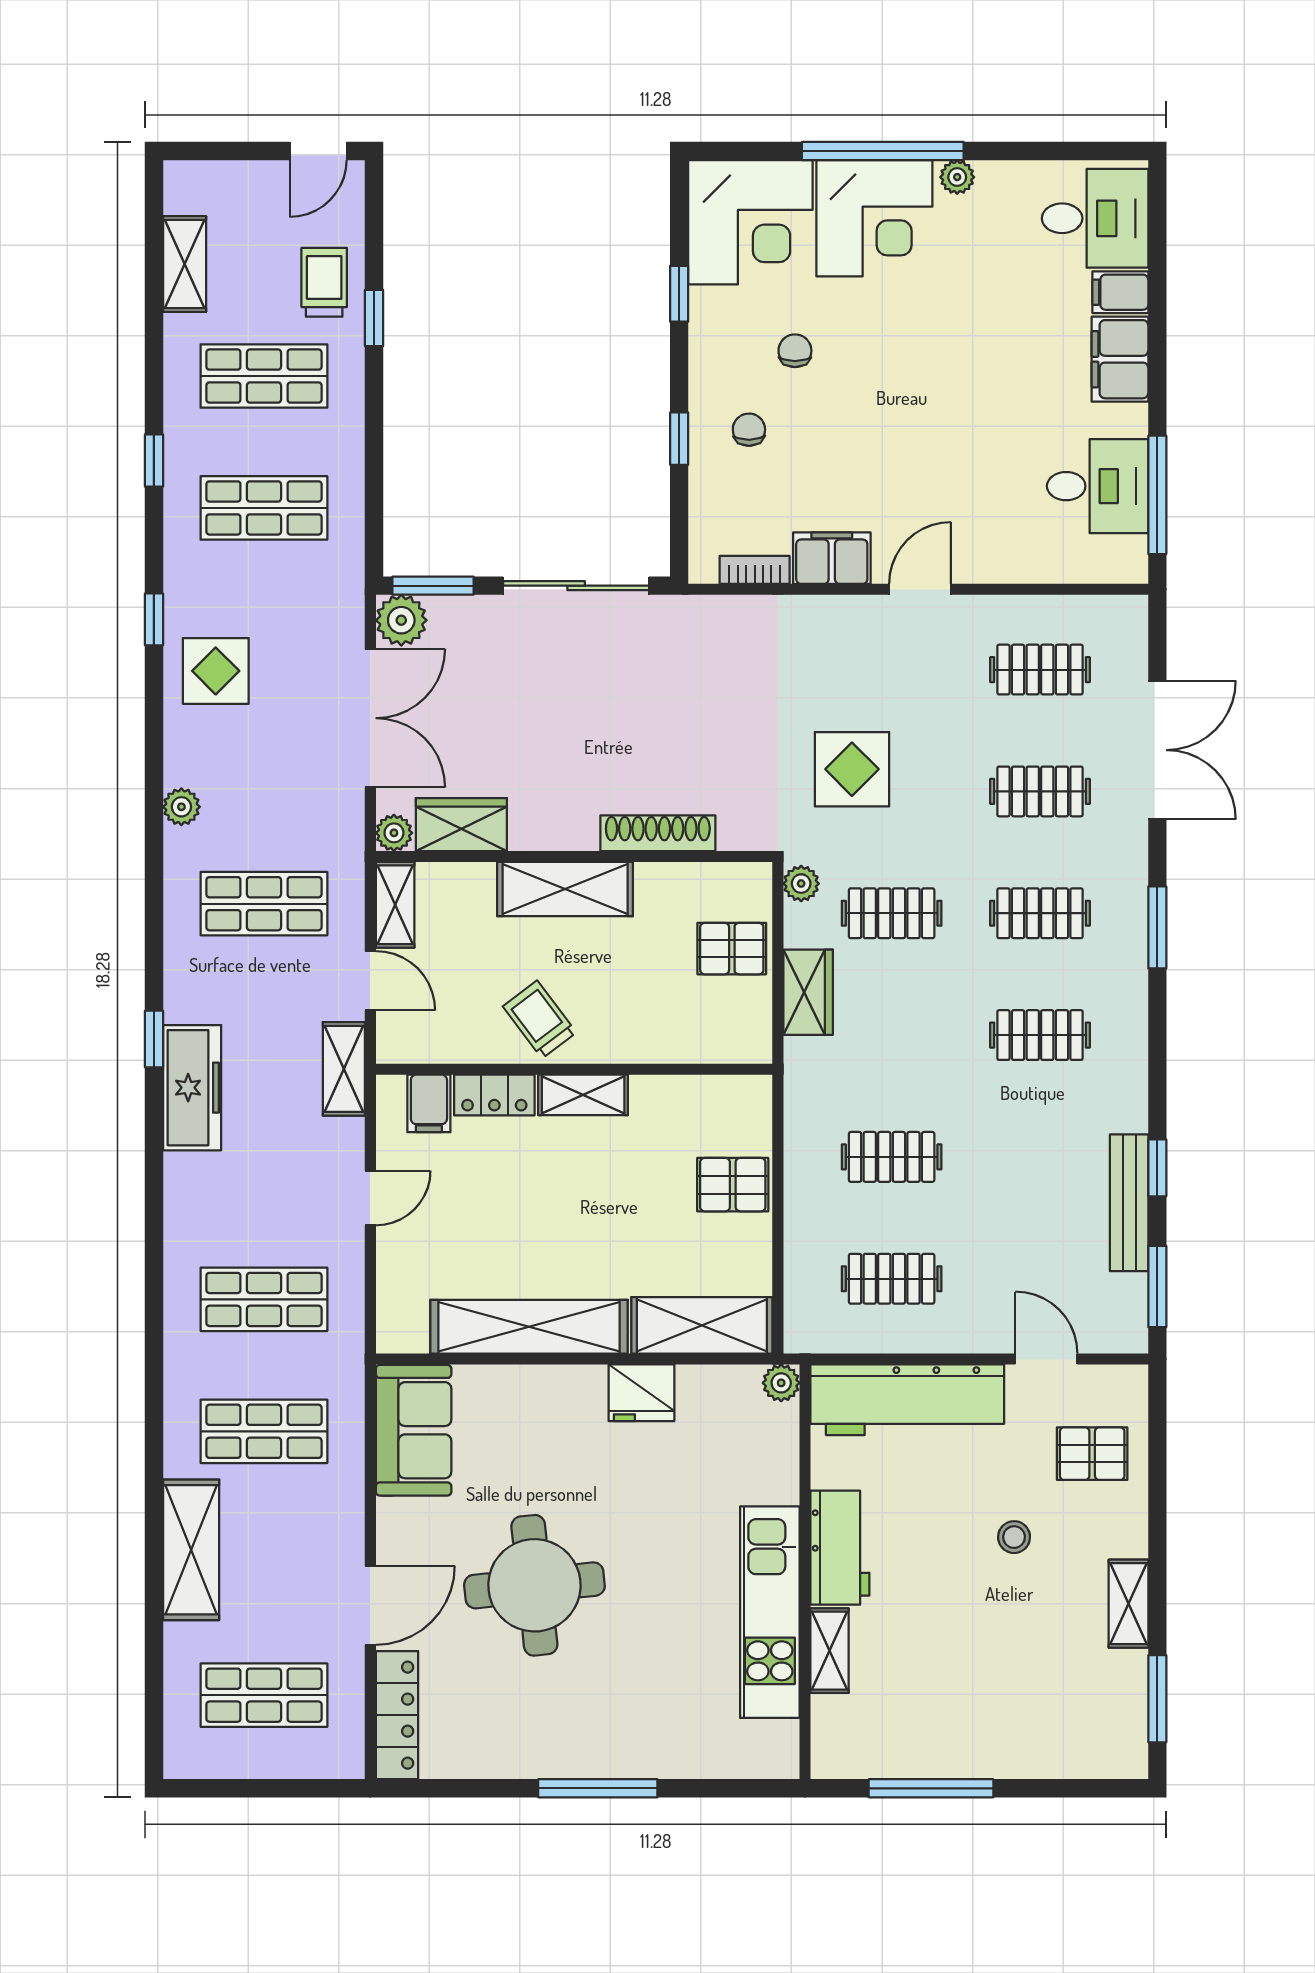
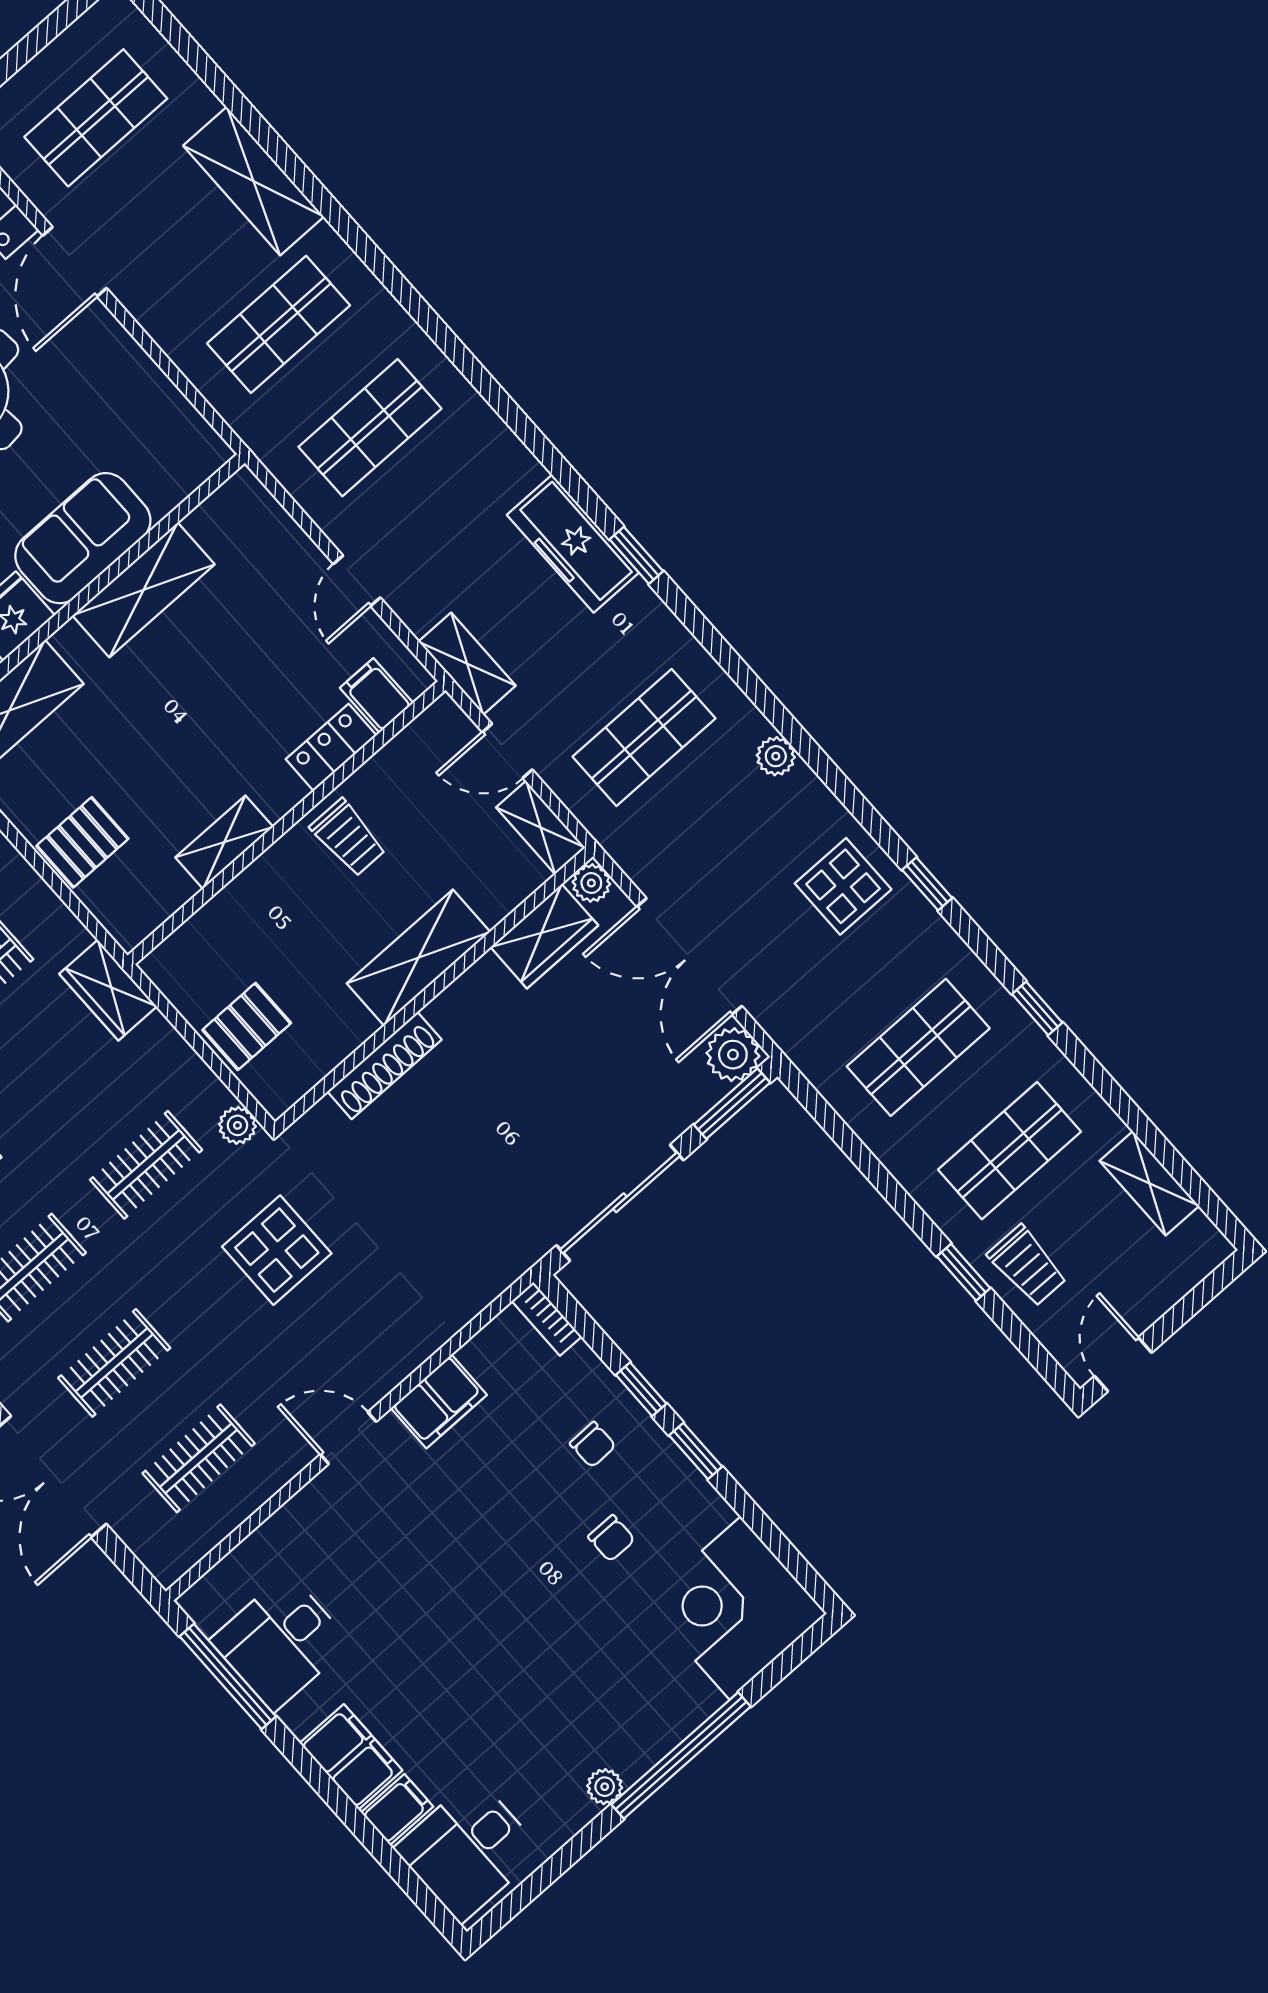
corner desk: (874, 218) -> (641, 1697), removed
window: (679, 294) -> (696, 1451), moved
bookcase: (755, 570) -> (547, 1319), moved, turned 90
door: (920, 589) -> (348, 1438), swing flipped
wardrobe: (808, 992) -> (108, 990), moved
trolley: (540, 1019) -> (348, 838), turned 37
shelving: (583, 1095) -> (224, 842), moved
shelving: (529, 1327) -> (144, 590), width x0.68
sofa: (414, 1430) -> (83, 538), moved, turned 90

